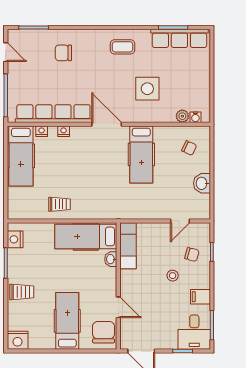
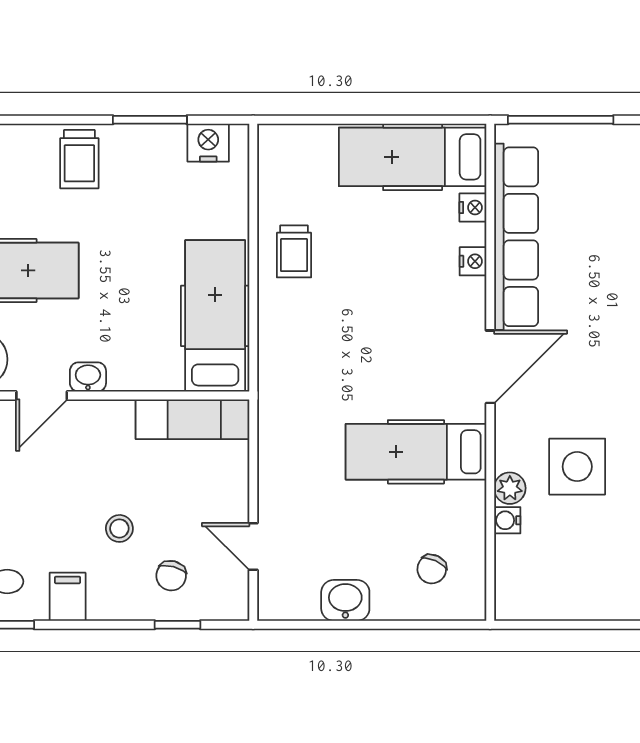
plant: (182, 116) -> (510, 488), moved
water cooler: (195, 117) -> (507, 520), moved
washbasin: (111, 259) -> (88, 377), moved

